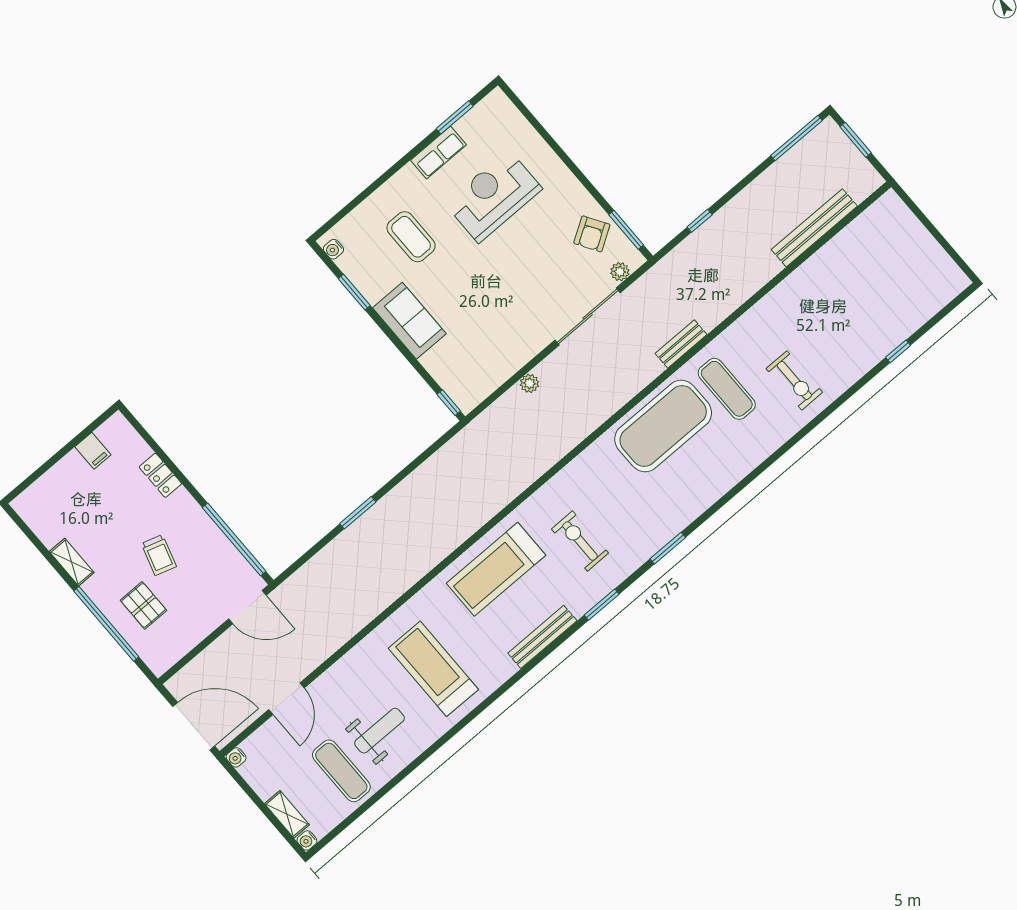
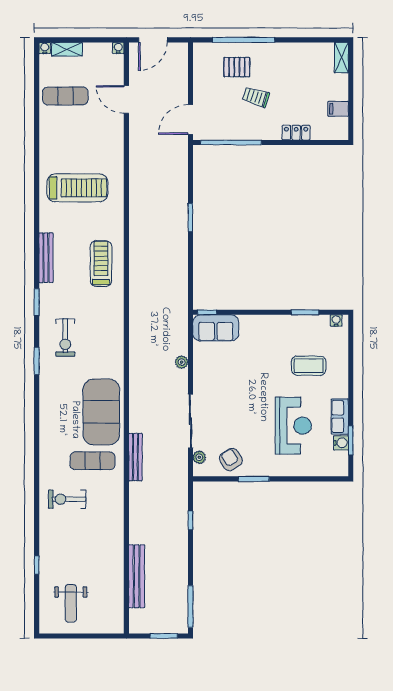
water cooler: (467, 126) -> (341, 443), added
window: (626, 230) -> (254, 479), moved
sofa: (409, 321) -> (216, 328), moved
bench: (681, 344) -> (135, 457), width x1.36
exercise bike: (580, 541) -> (65, 338), moved, turned 90
shelving: (72, 562) -> (341, 58), moved, turned 90
treadmill: (496, 569) -> (101, 264), width x0.73, depth x0.73
door: (194, 726) -> (153, 40), width x0.73
weight bench: (379, 731) -> (71, 603), moved

